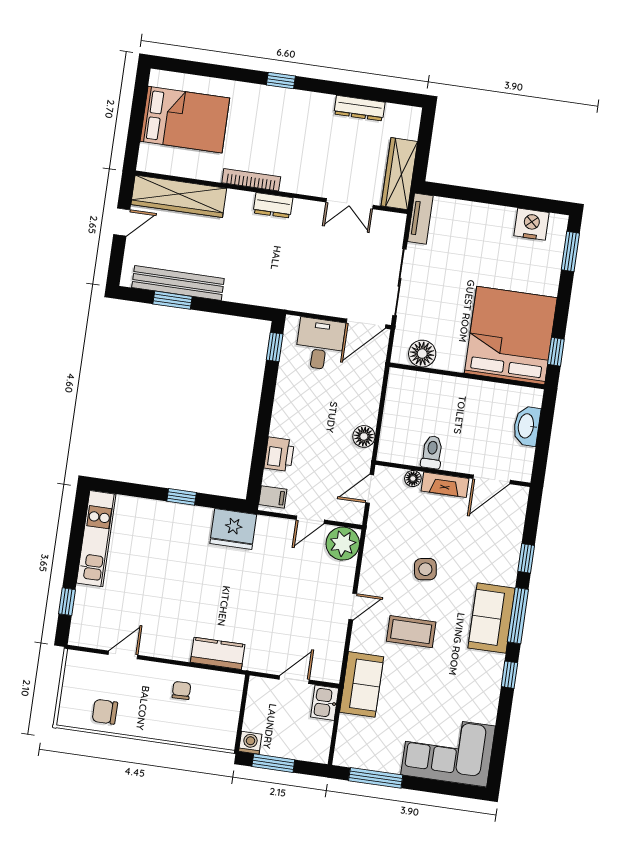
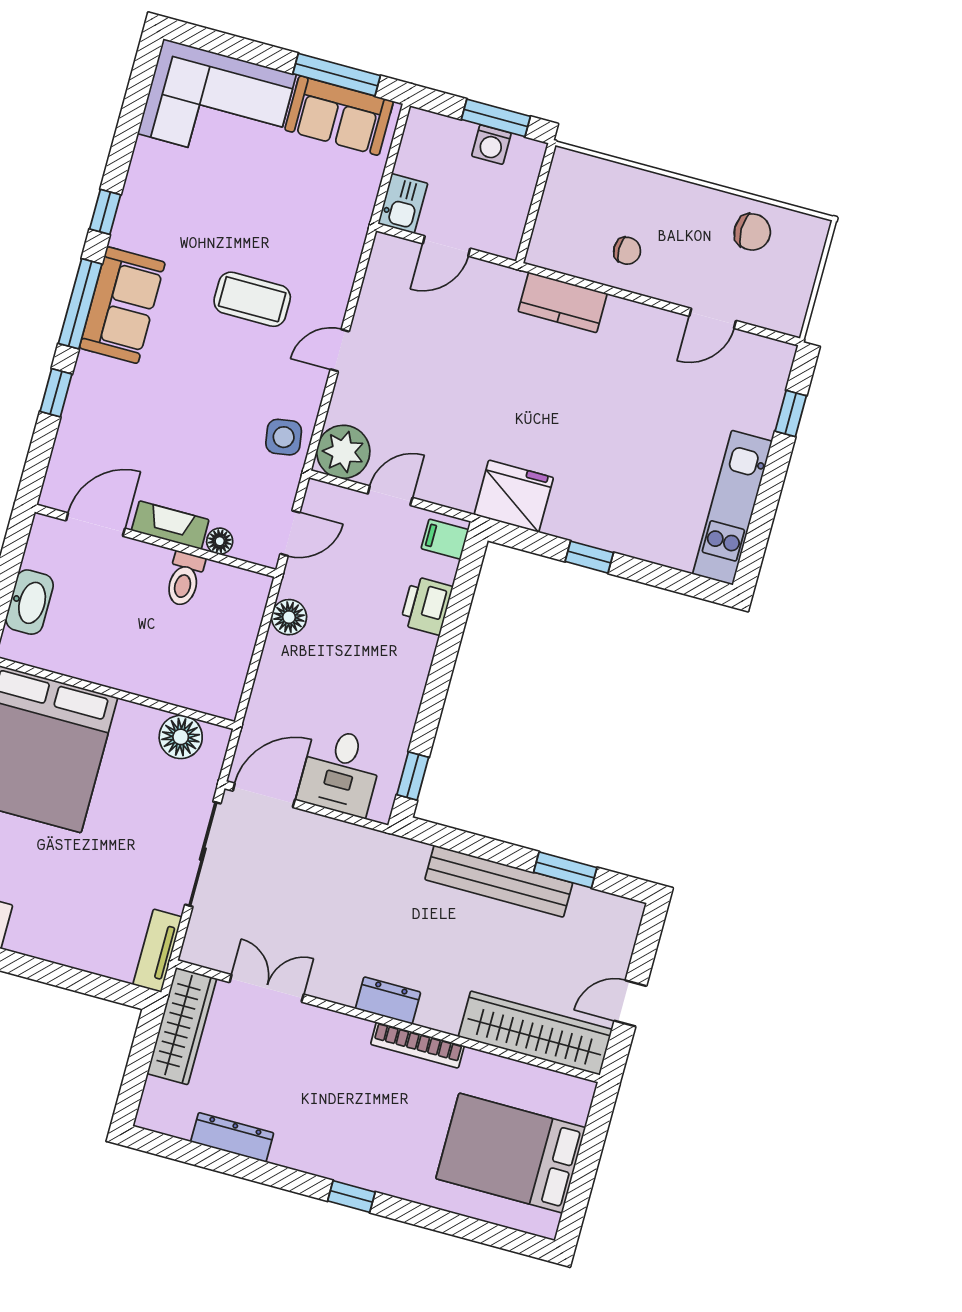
bench: (178, 283) -> (499, 881), moved
side table: (425, 569) -> (284, 437), moved
sofa: (362, 684) -> (339, 116), moved, turned -90
chair: (181, 690) -> (627, 251), turned -89
washing machine: (250, 743) -> (491, 145), moved

